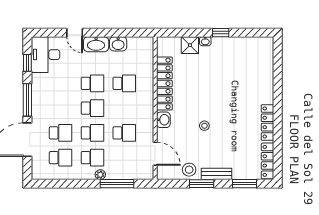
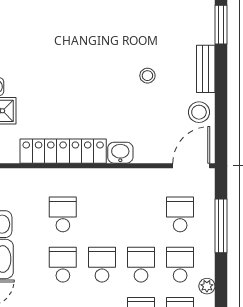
stool: (204, 126) -> (147, 76), moved
school desk: (124, 133) -> (180, 214), moved
door: (155, 154) -> (191, 166), moved
plant: (100, 175) -> (207, 286), moved
window: (202, 184) -> (221, 92), removed

